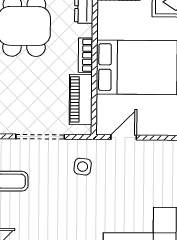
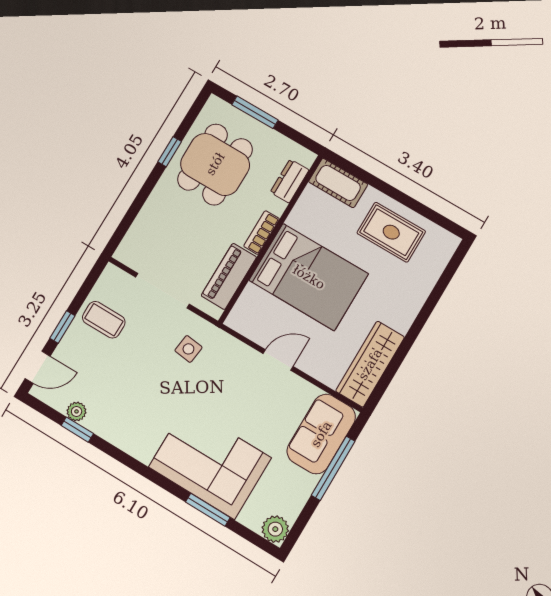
door: (124, 137) -> (278, 360), moved

